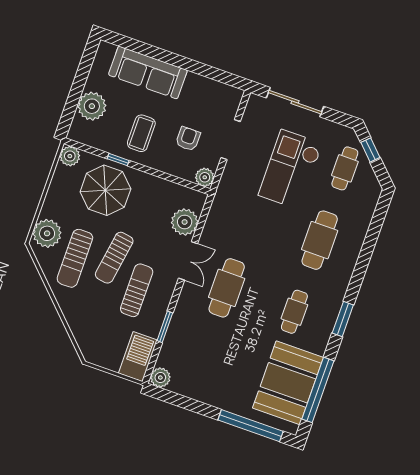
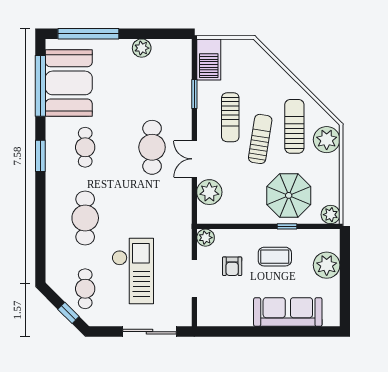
coffee table: (141, 133) -> (275, 257), turned 90
plant: (160, 378) -> (142, 48), moved

